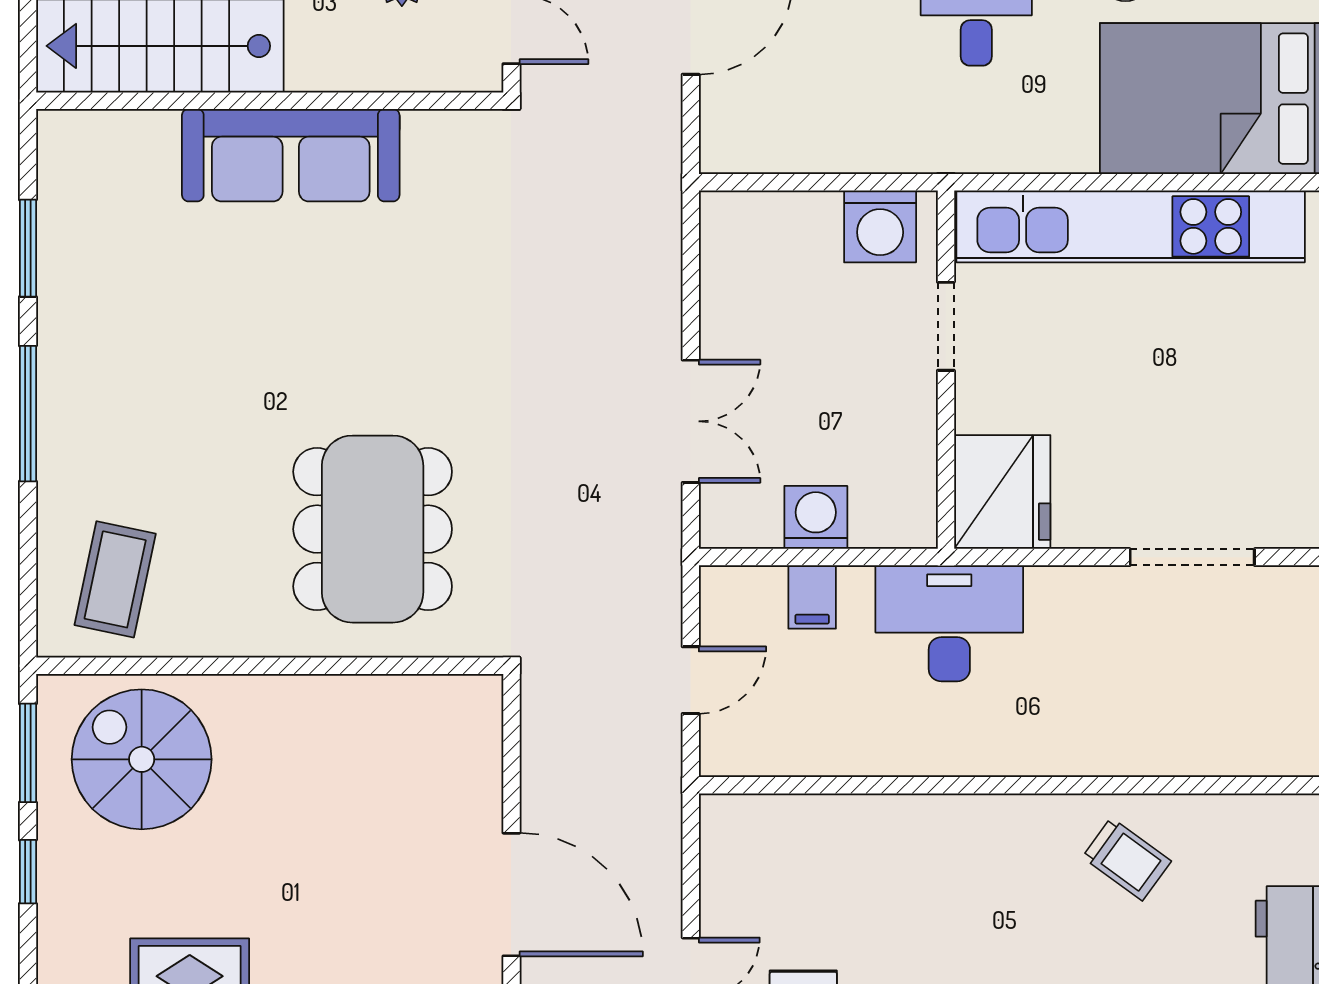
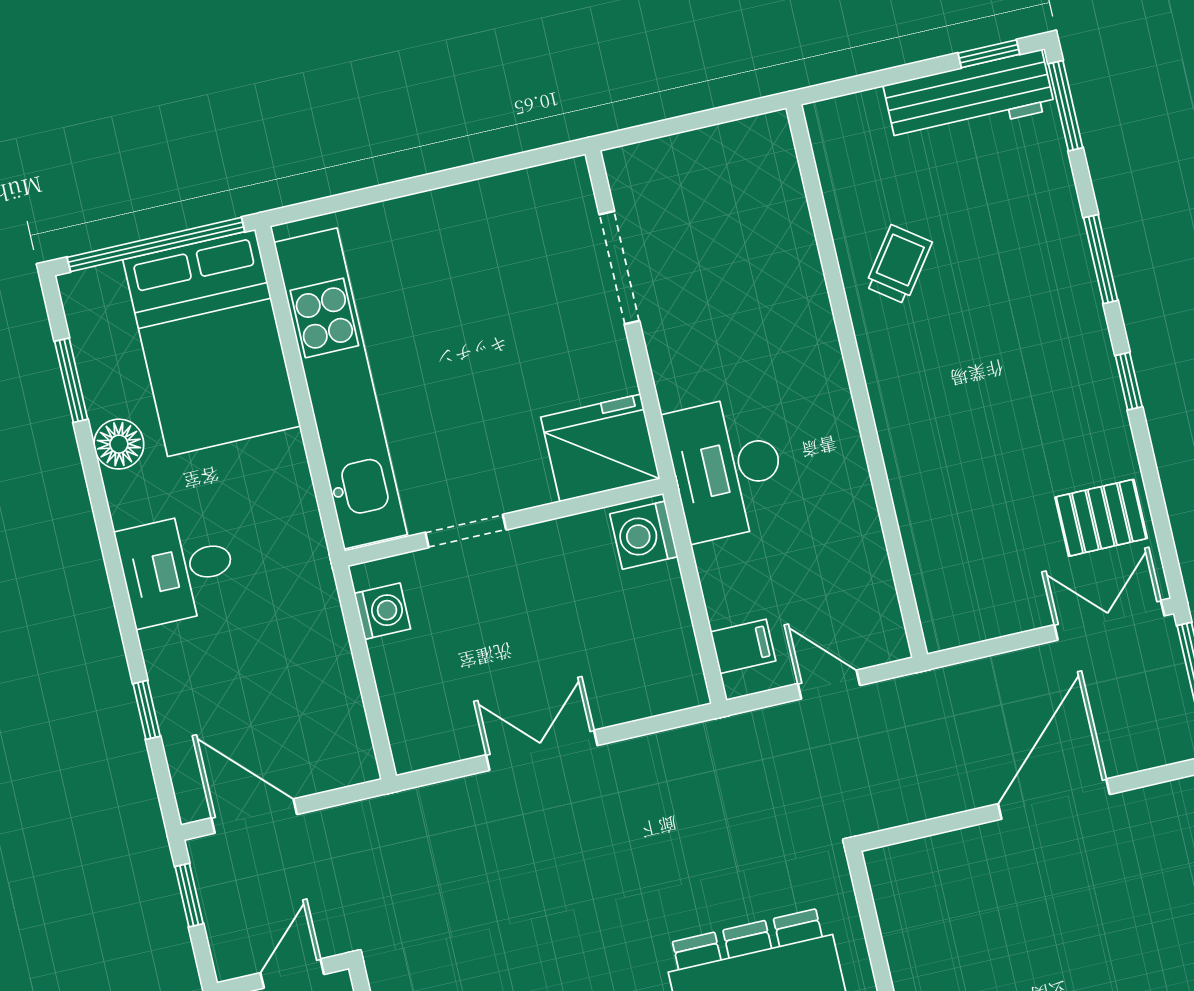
washing machine: (880, 226) -> (382, 611), width x0.73, depth x0.73
double door: (691, 421) -> (542, 750), moved
washing machine: (816, 517) -> (644, 535), moved
filing cabinet: (812, 597) -> (743, 646), moved

